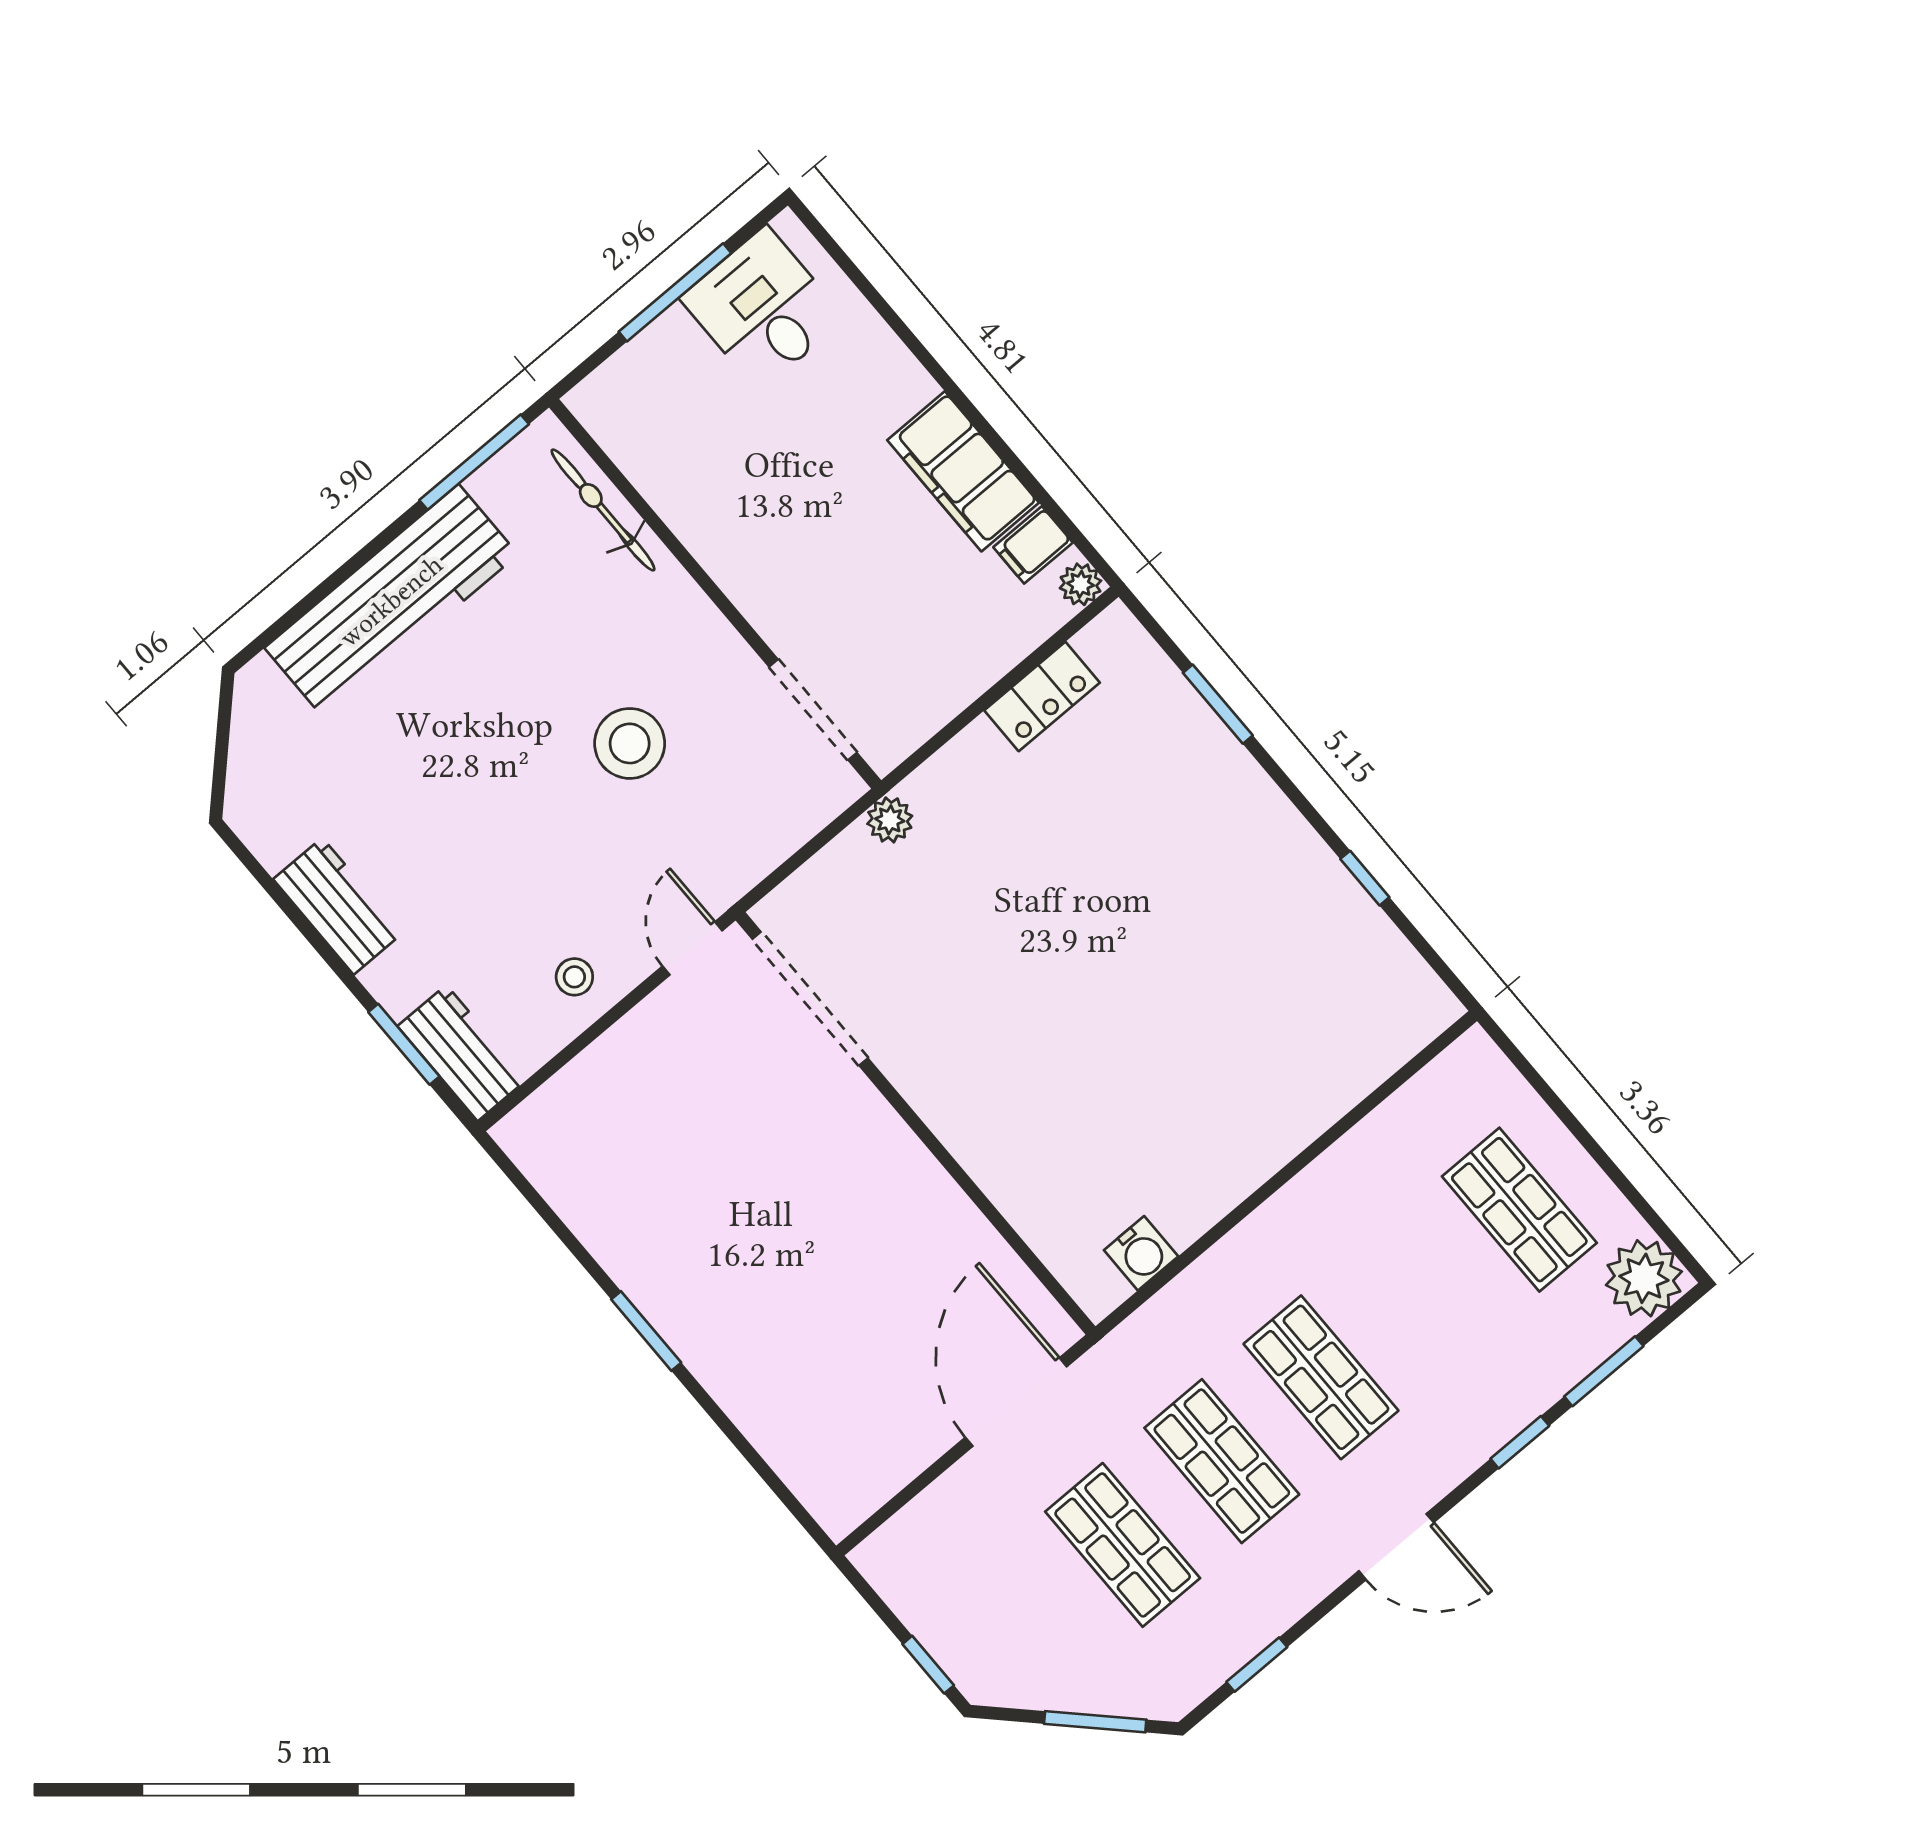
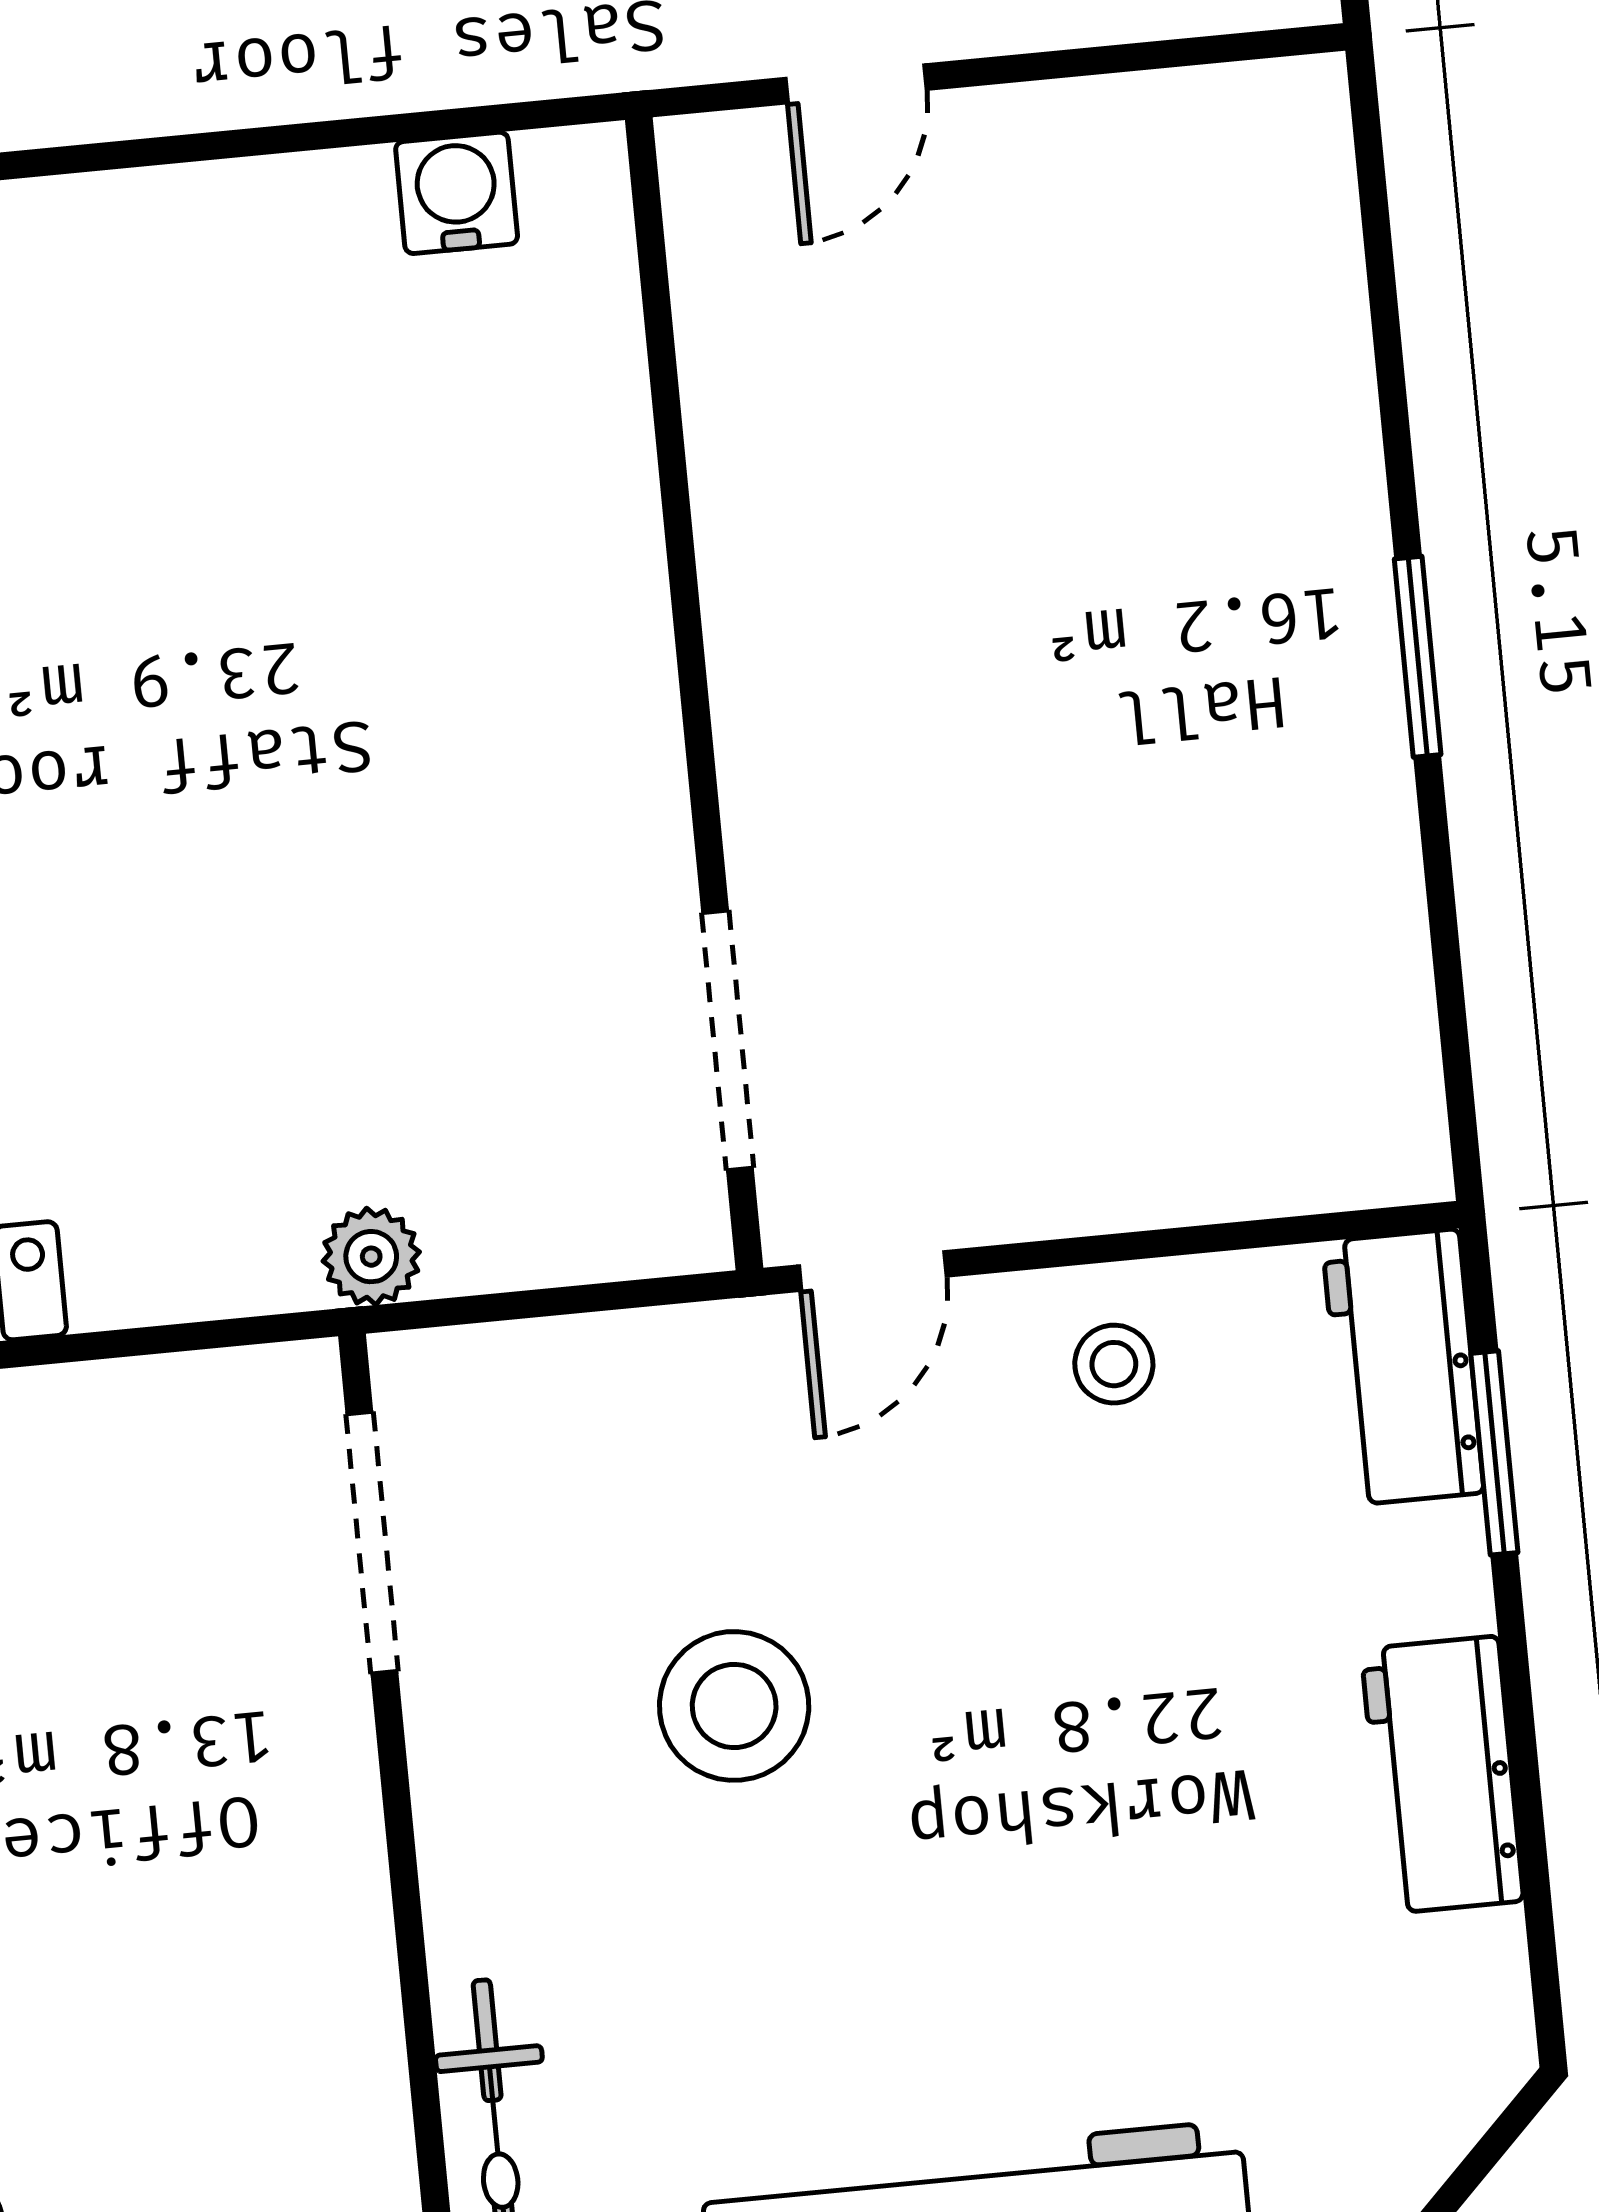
doorway: (810, 999) -> (727, 1040), width x0.73
door: (1016, 1402) -> (856, 84), width x0.53

